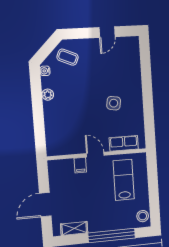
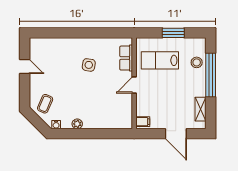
filing cabinet: (80, 165) -> (143, 122), moved
window: (153, 191) -> (173, 33), added
stool: (143, 216) -> (197, 62), moved

